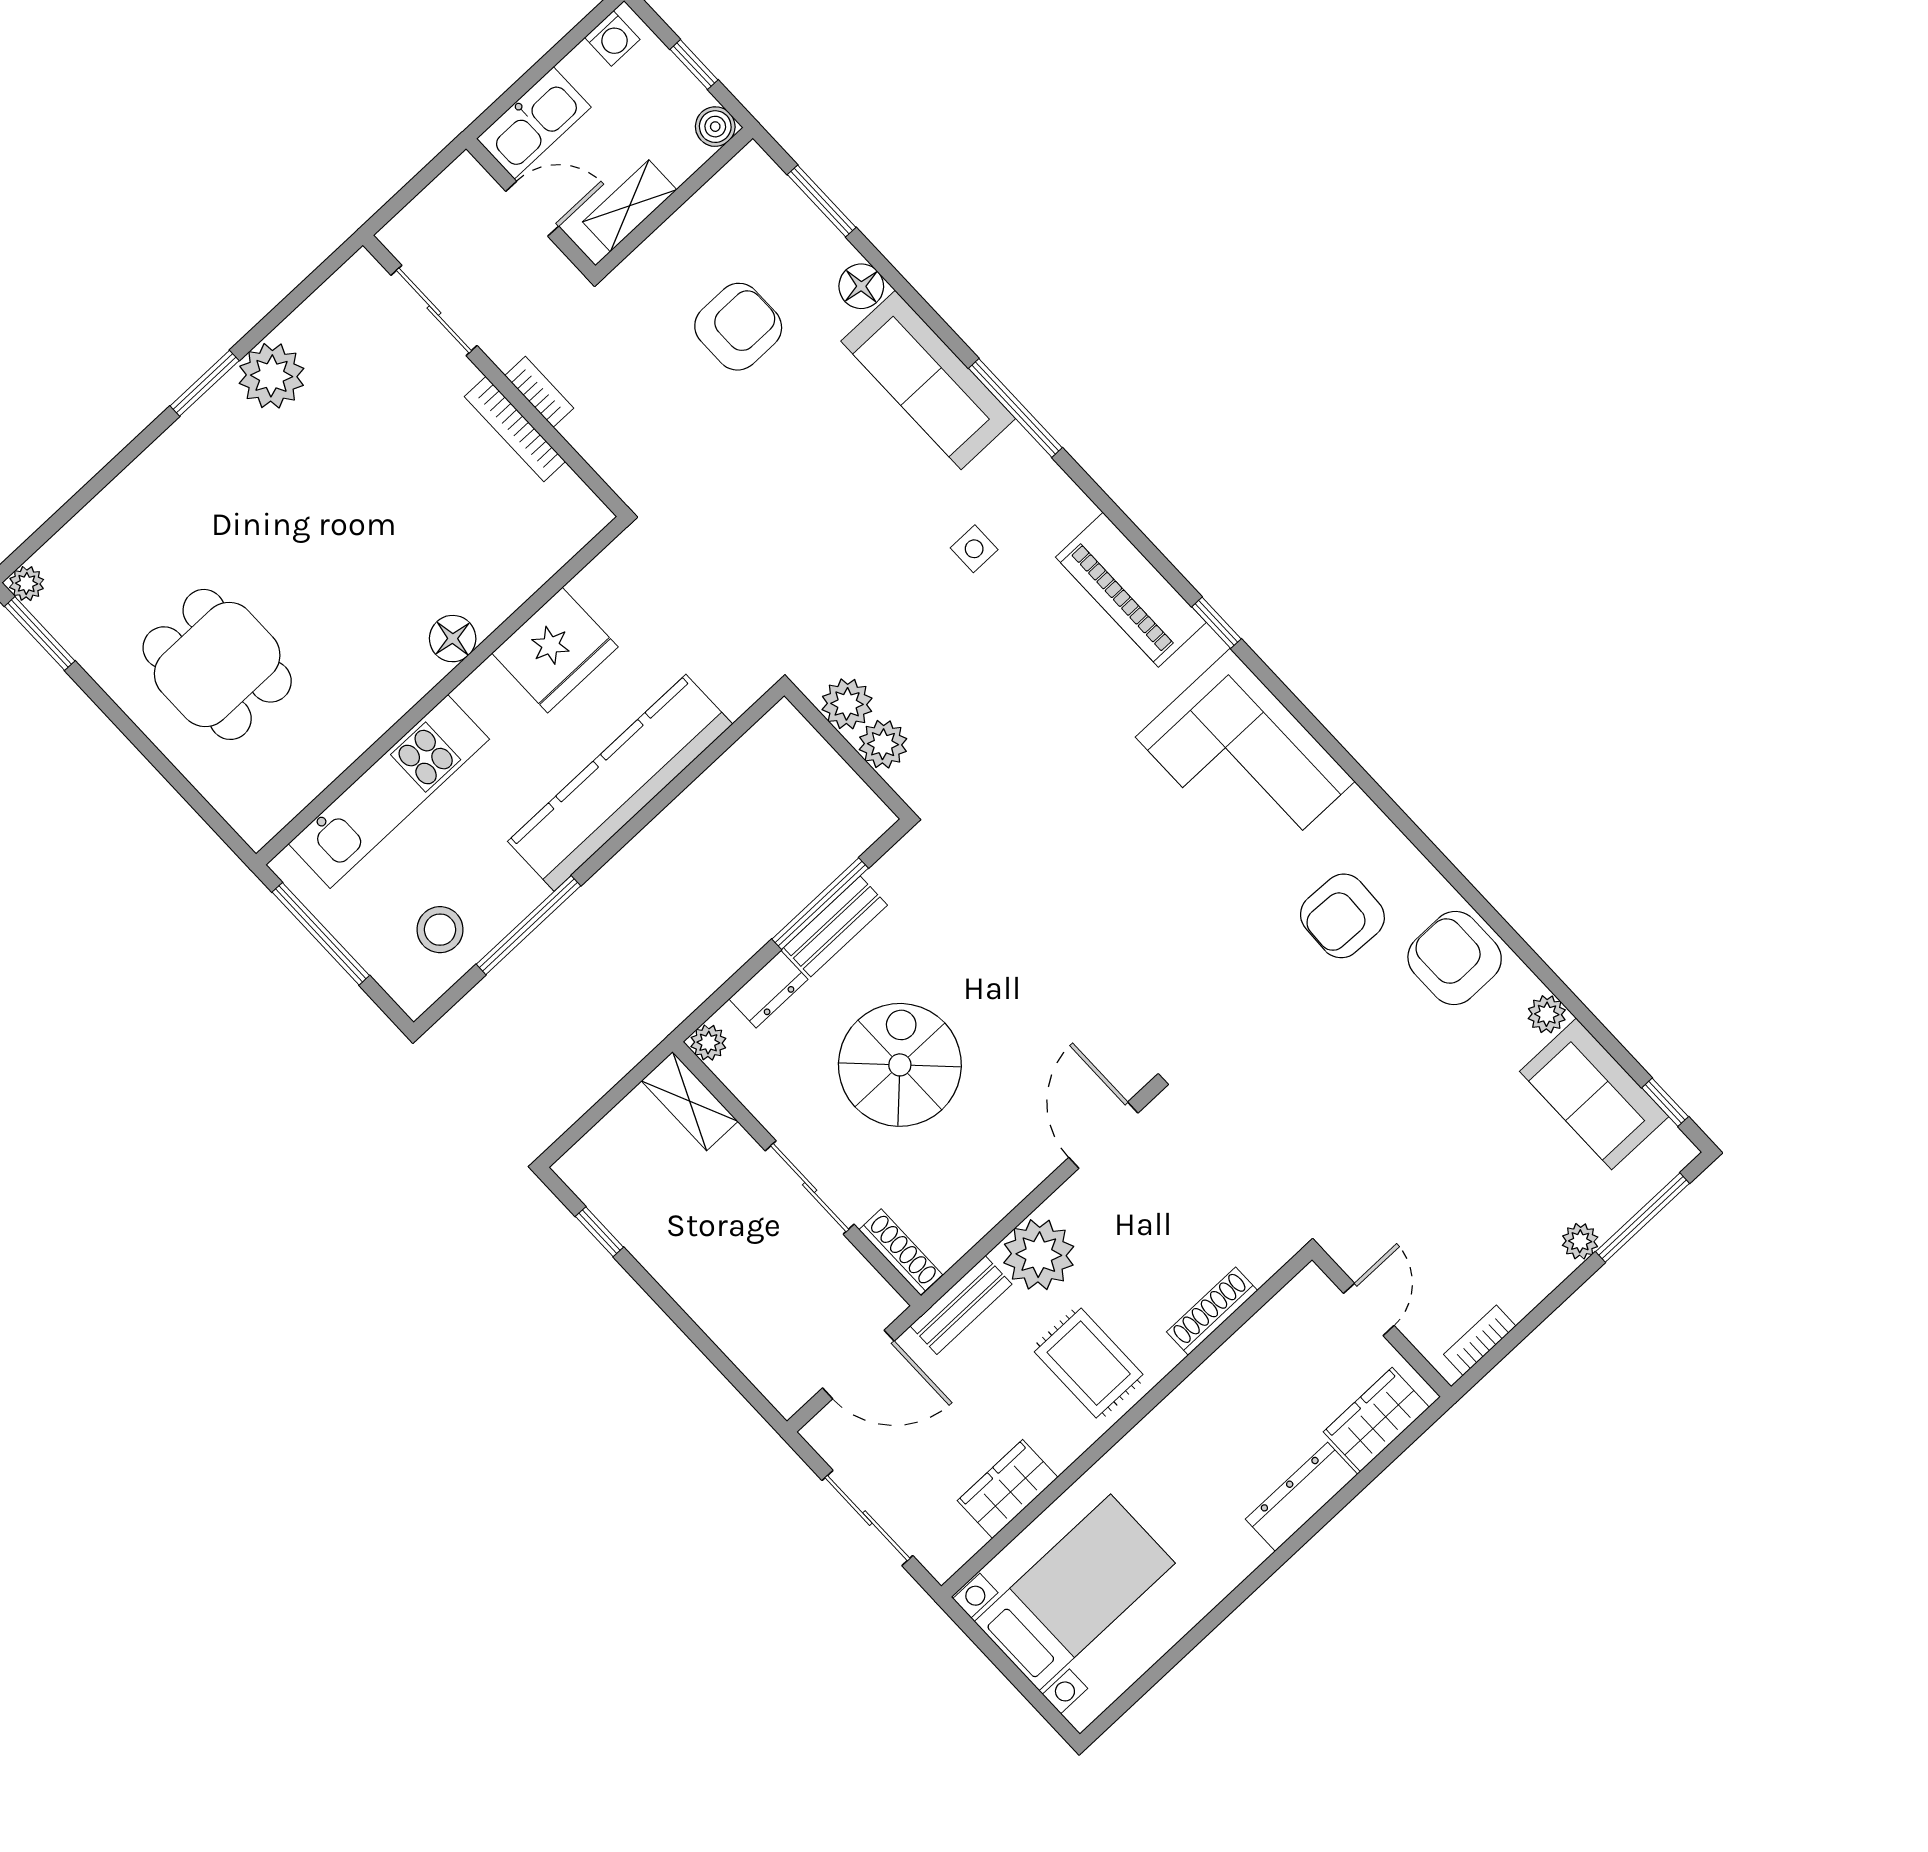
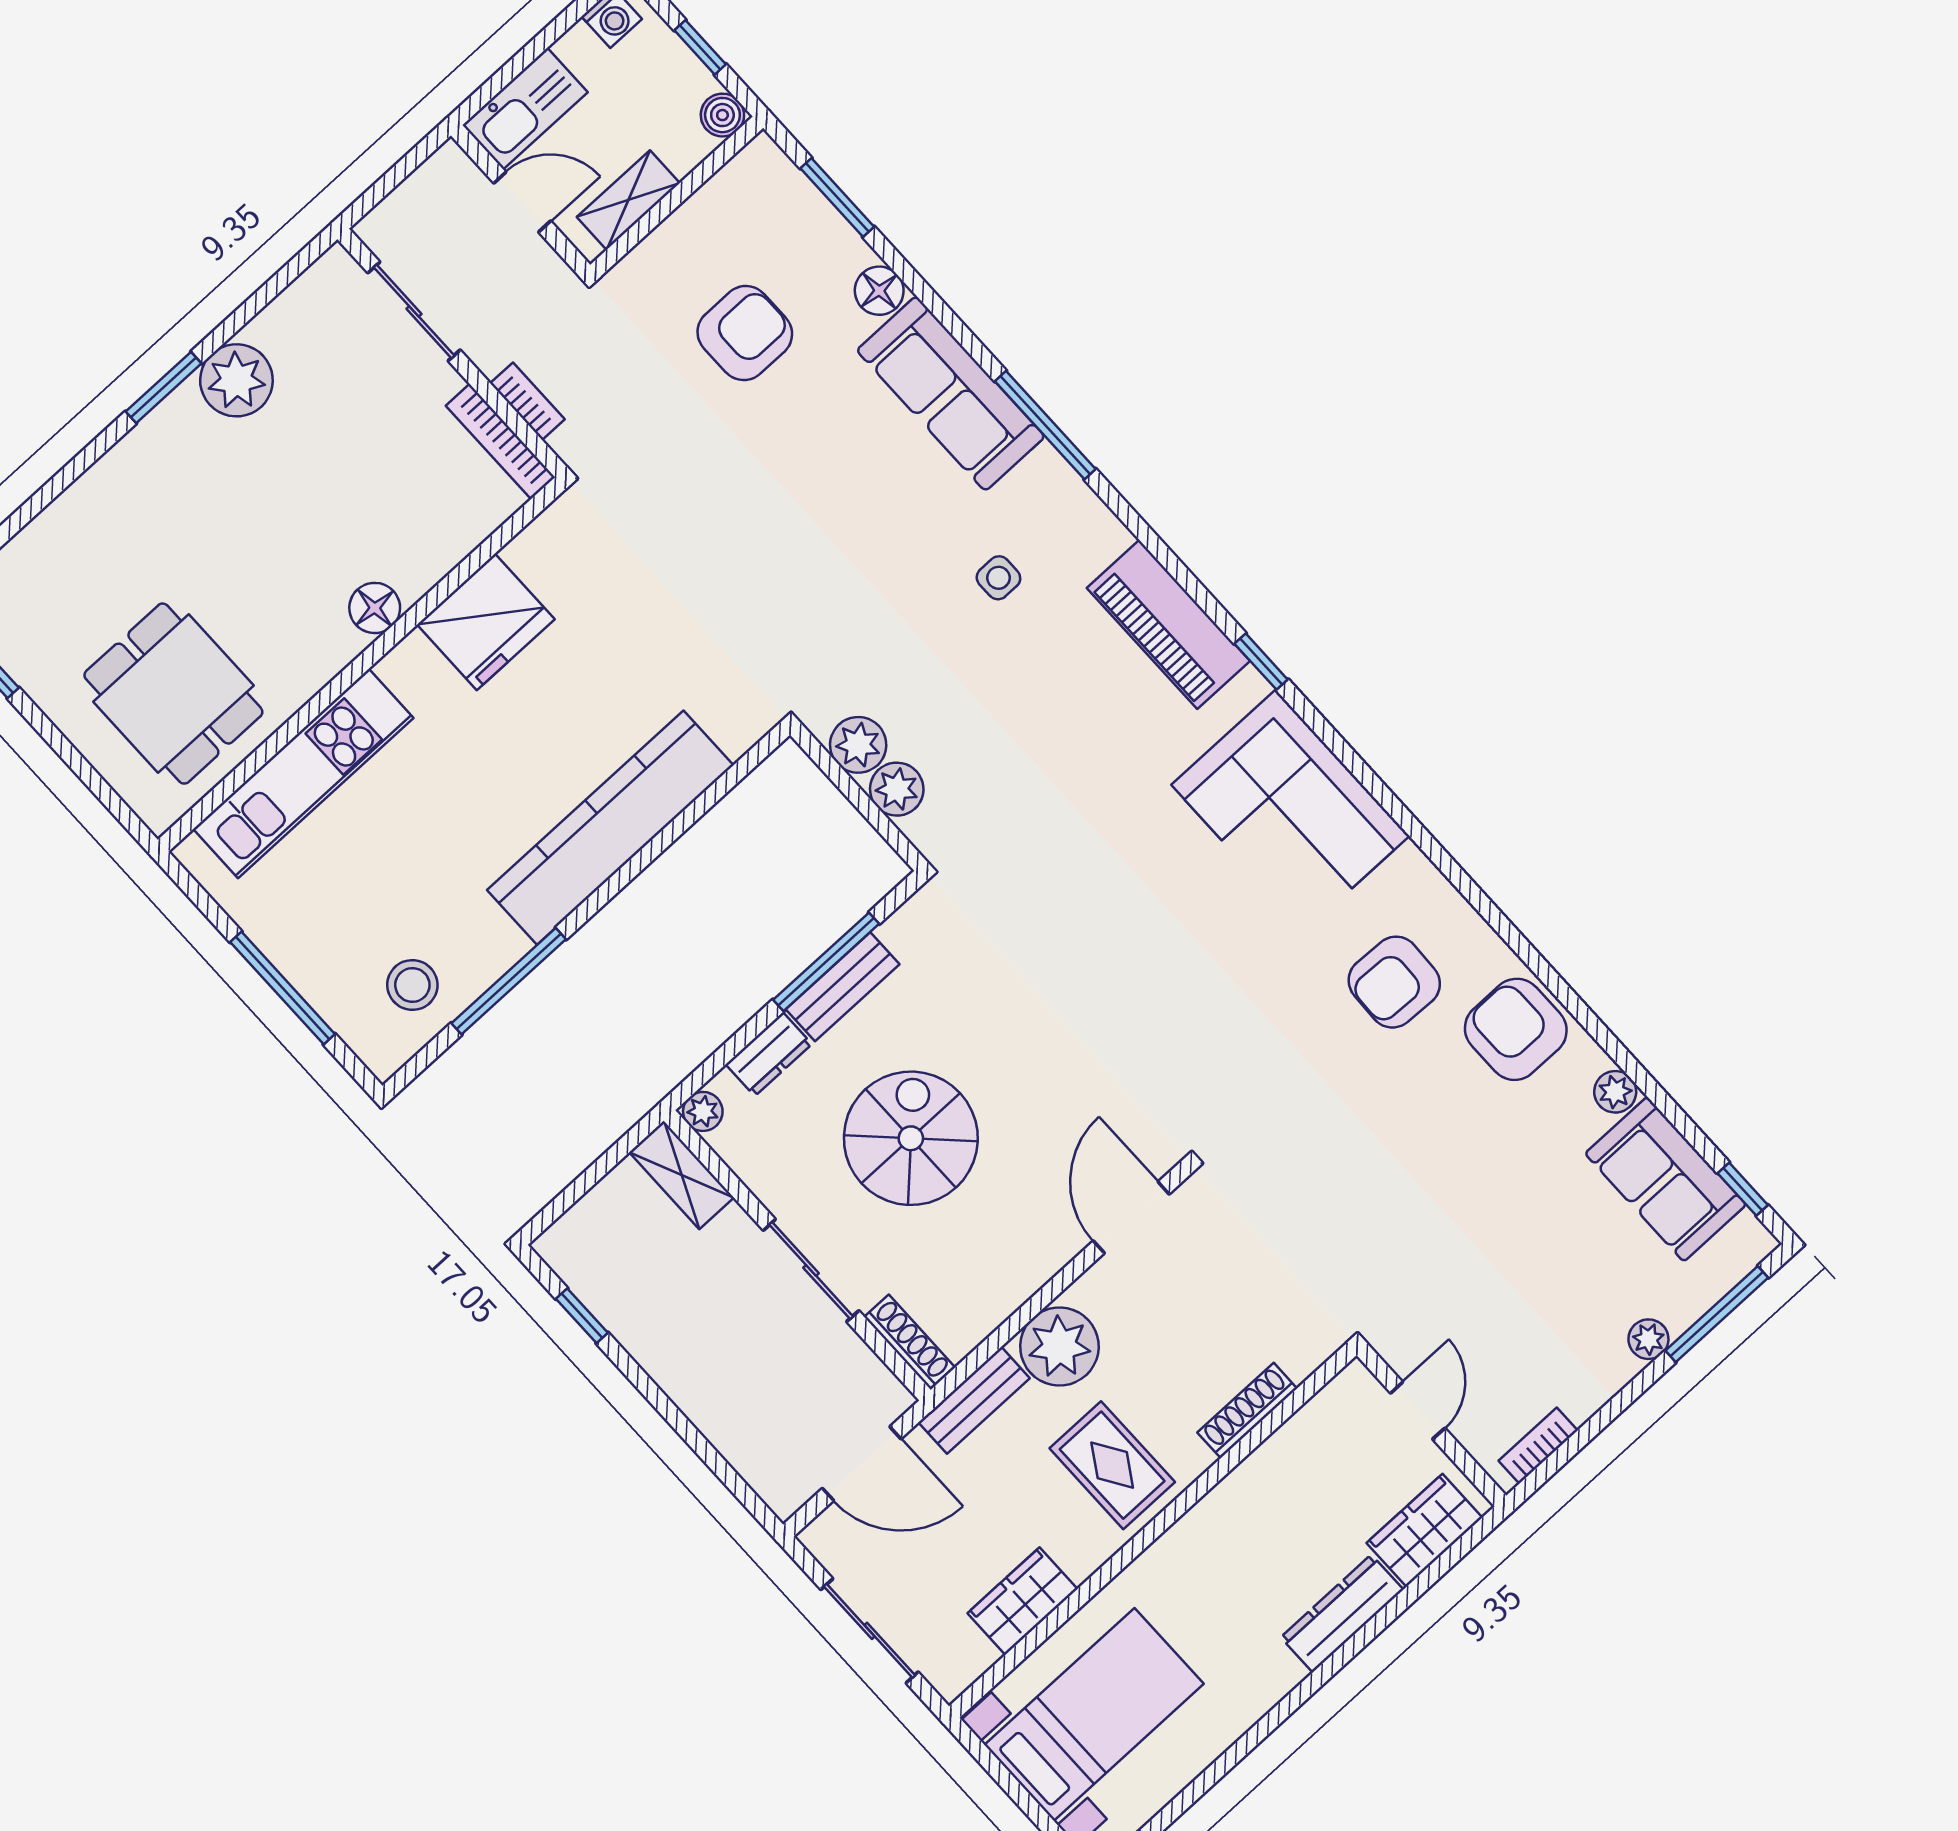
floor lamp: (453, 639) -> (375, 608), moved
fridge: (555, 650) -> (486, 622), moved
wall: (441, 691) -> (362, 664), moved
kitchen unit: (389, 791) -> (303, 773), moved

